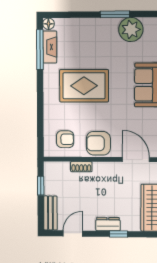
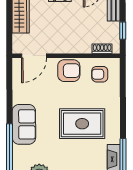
door: (136, 160) -> (34, 56), hinge flipped
shoe rack: (81, 167) -> (102, 49), moved

